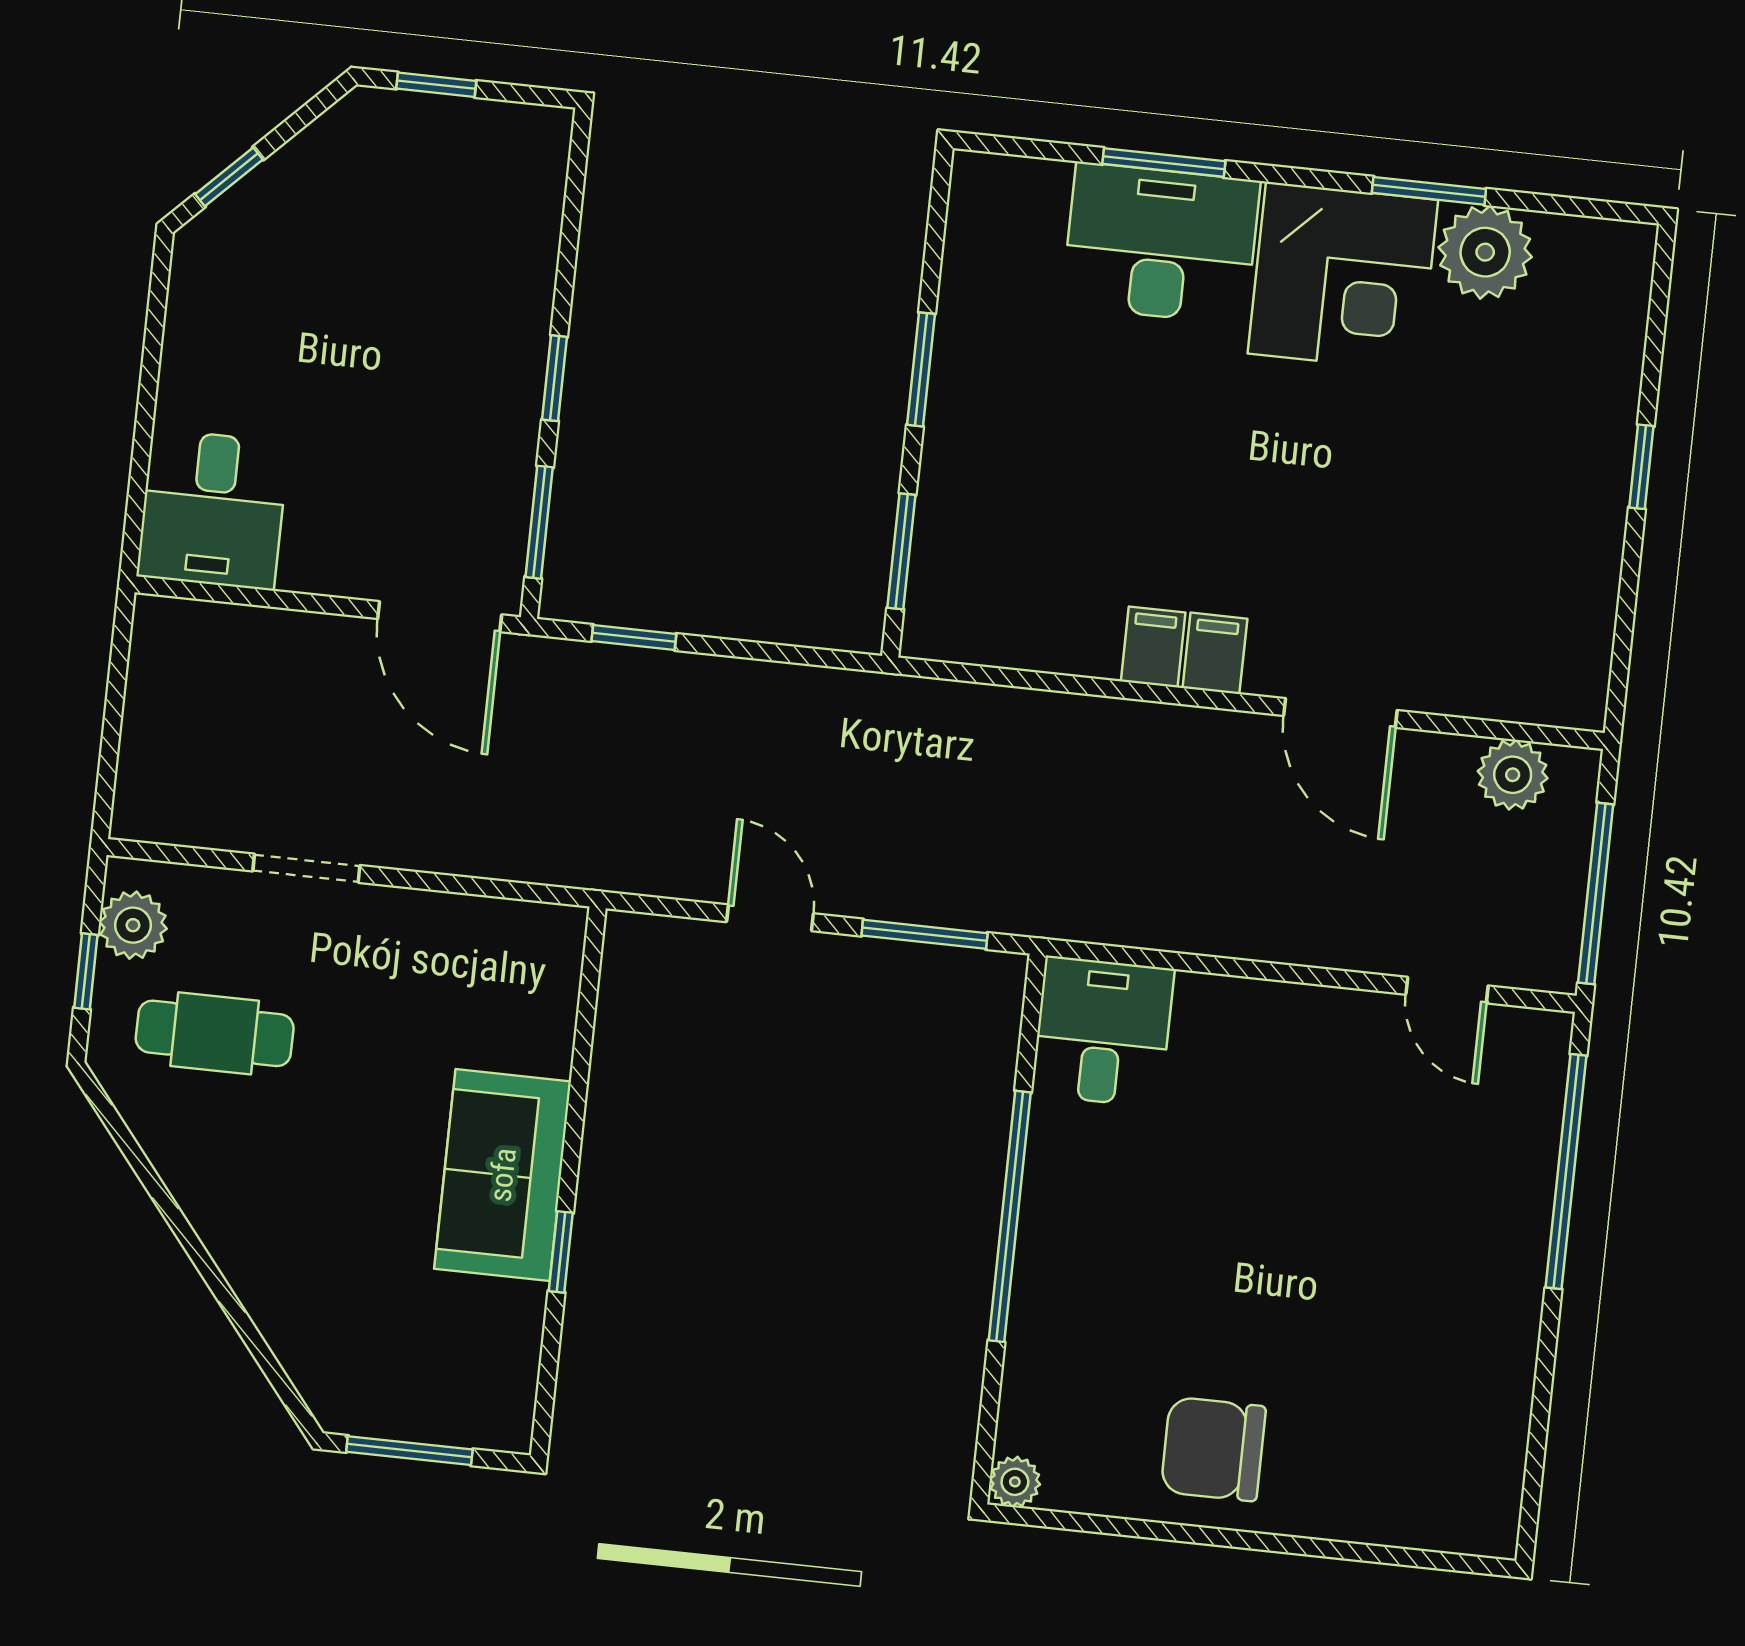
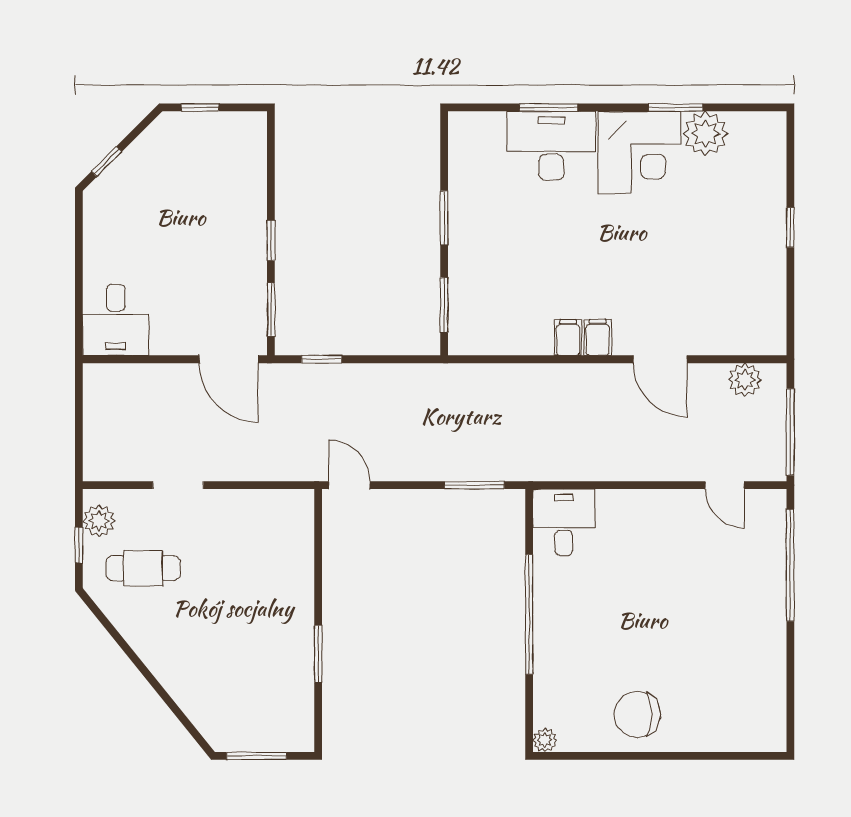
door: (770, 918) -> (350, 485), moved
sofa: (503, 1175) -> (287, 621), removed
window: (561, 1252) -> (318, 654), width x1.50

